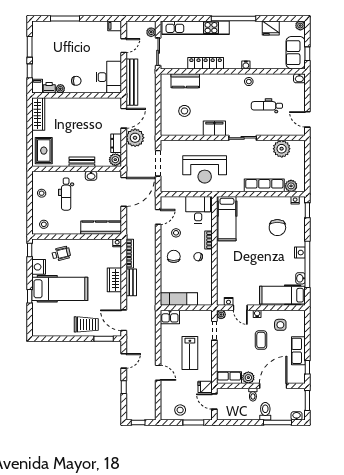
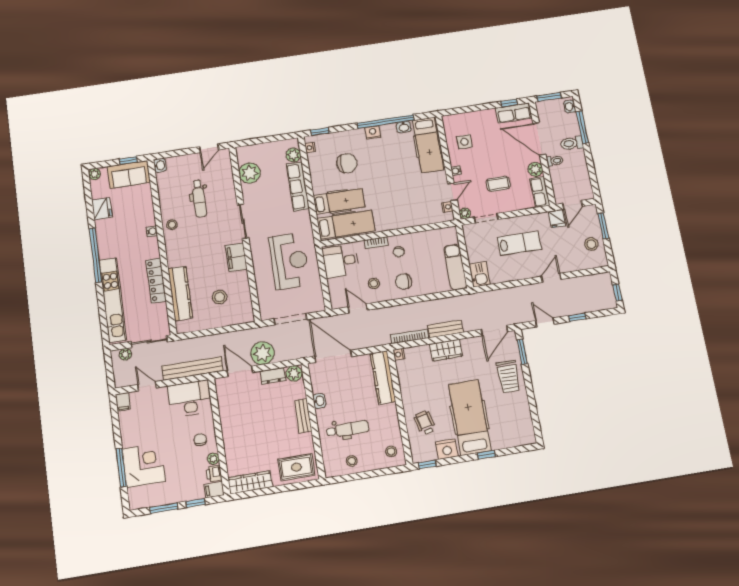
corner desk: (64, 36) -> (144, 465), added
kitchen counter: (185, 81) -> (180, 293), width x1.50
hospital bed: (247, 216) -> (339, 201), added
trolley: (86, 324) -> (508, 377), turned 180
coffee table: (261, 340) -> (498, 184), moved
row of seats: (298, 351) -> (514, 113), moved

